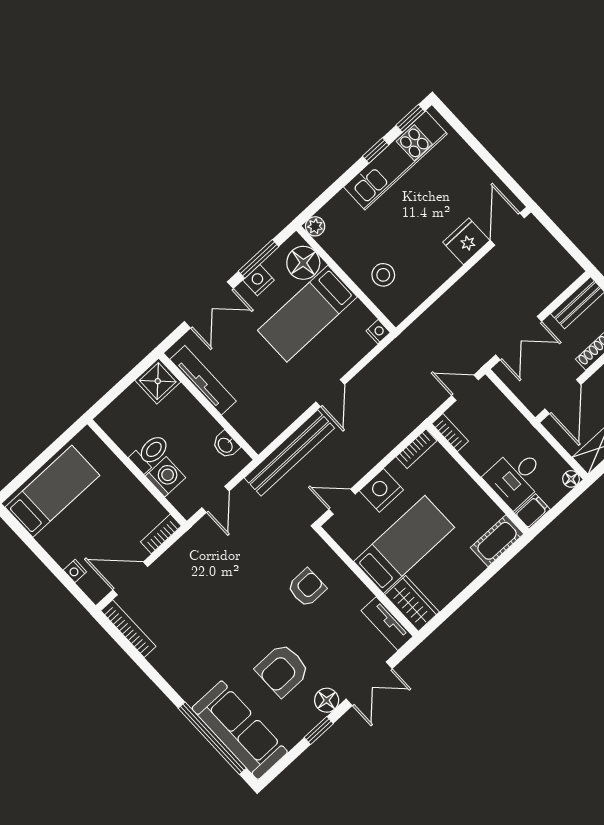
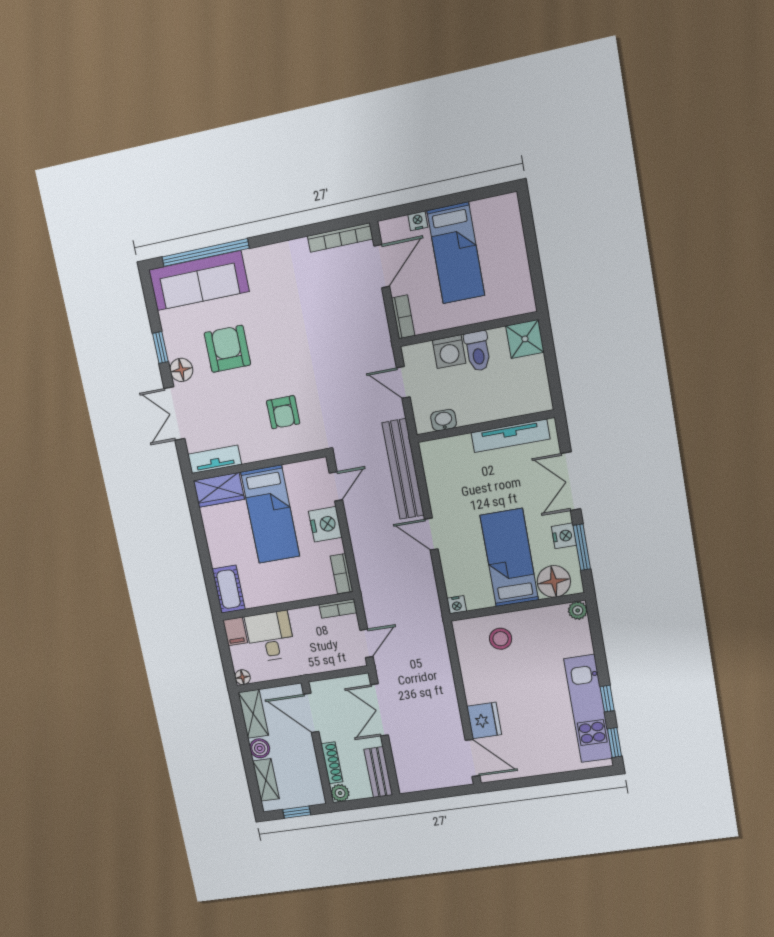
shower: (158, 381) -> (525, 339), moved
bed: (52, 491) -> (456, 253), moved

